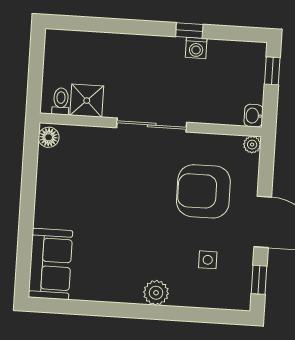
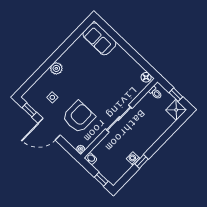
window: (36, 66) -> (176, 95), added
shower: (87, 101) -> (176, 110), moved

